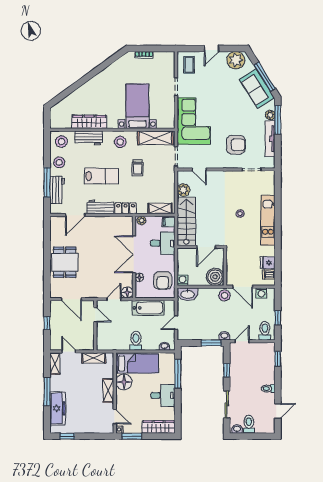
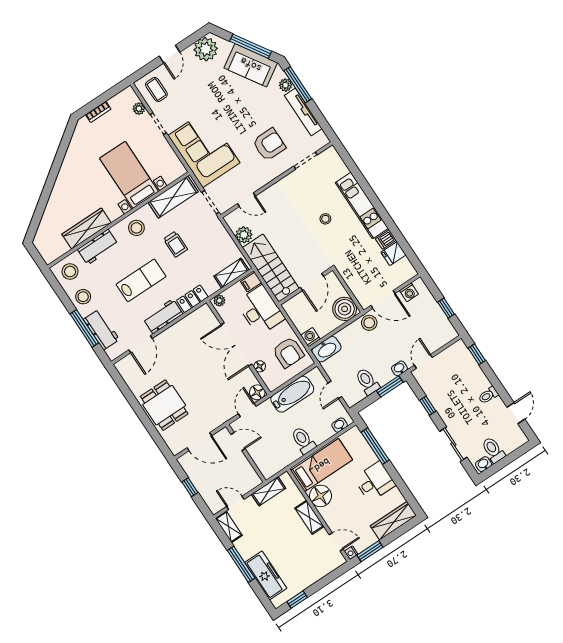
plant: (170, 70) -> (139, 109), added
desk: (163, 243) -> (260, 310), width x1.37
dishwasher: (269, 274) -> (386, 240), moved
toilet: (265, 331) -> (367, 381), moved

